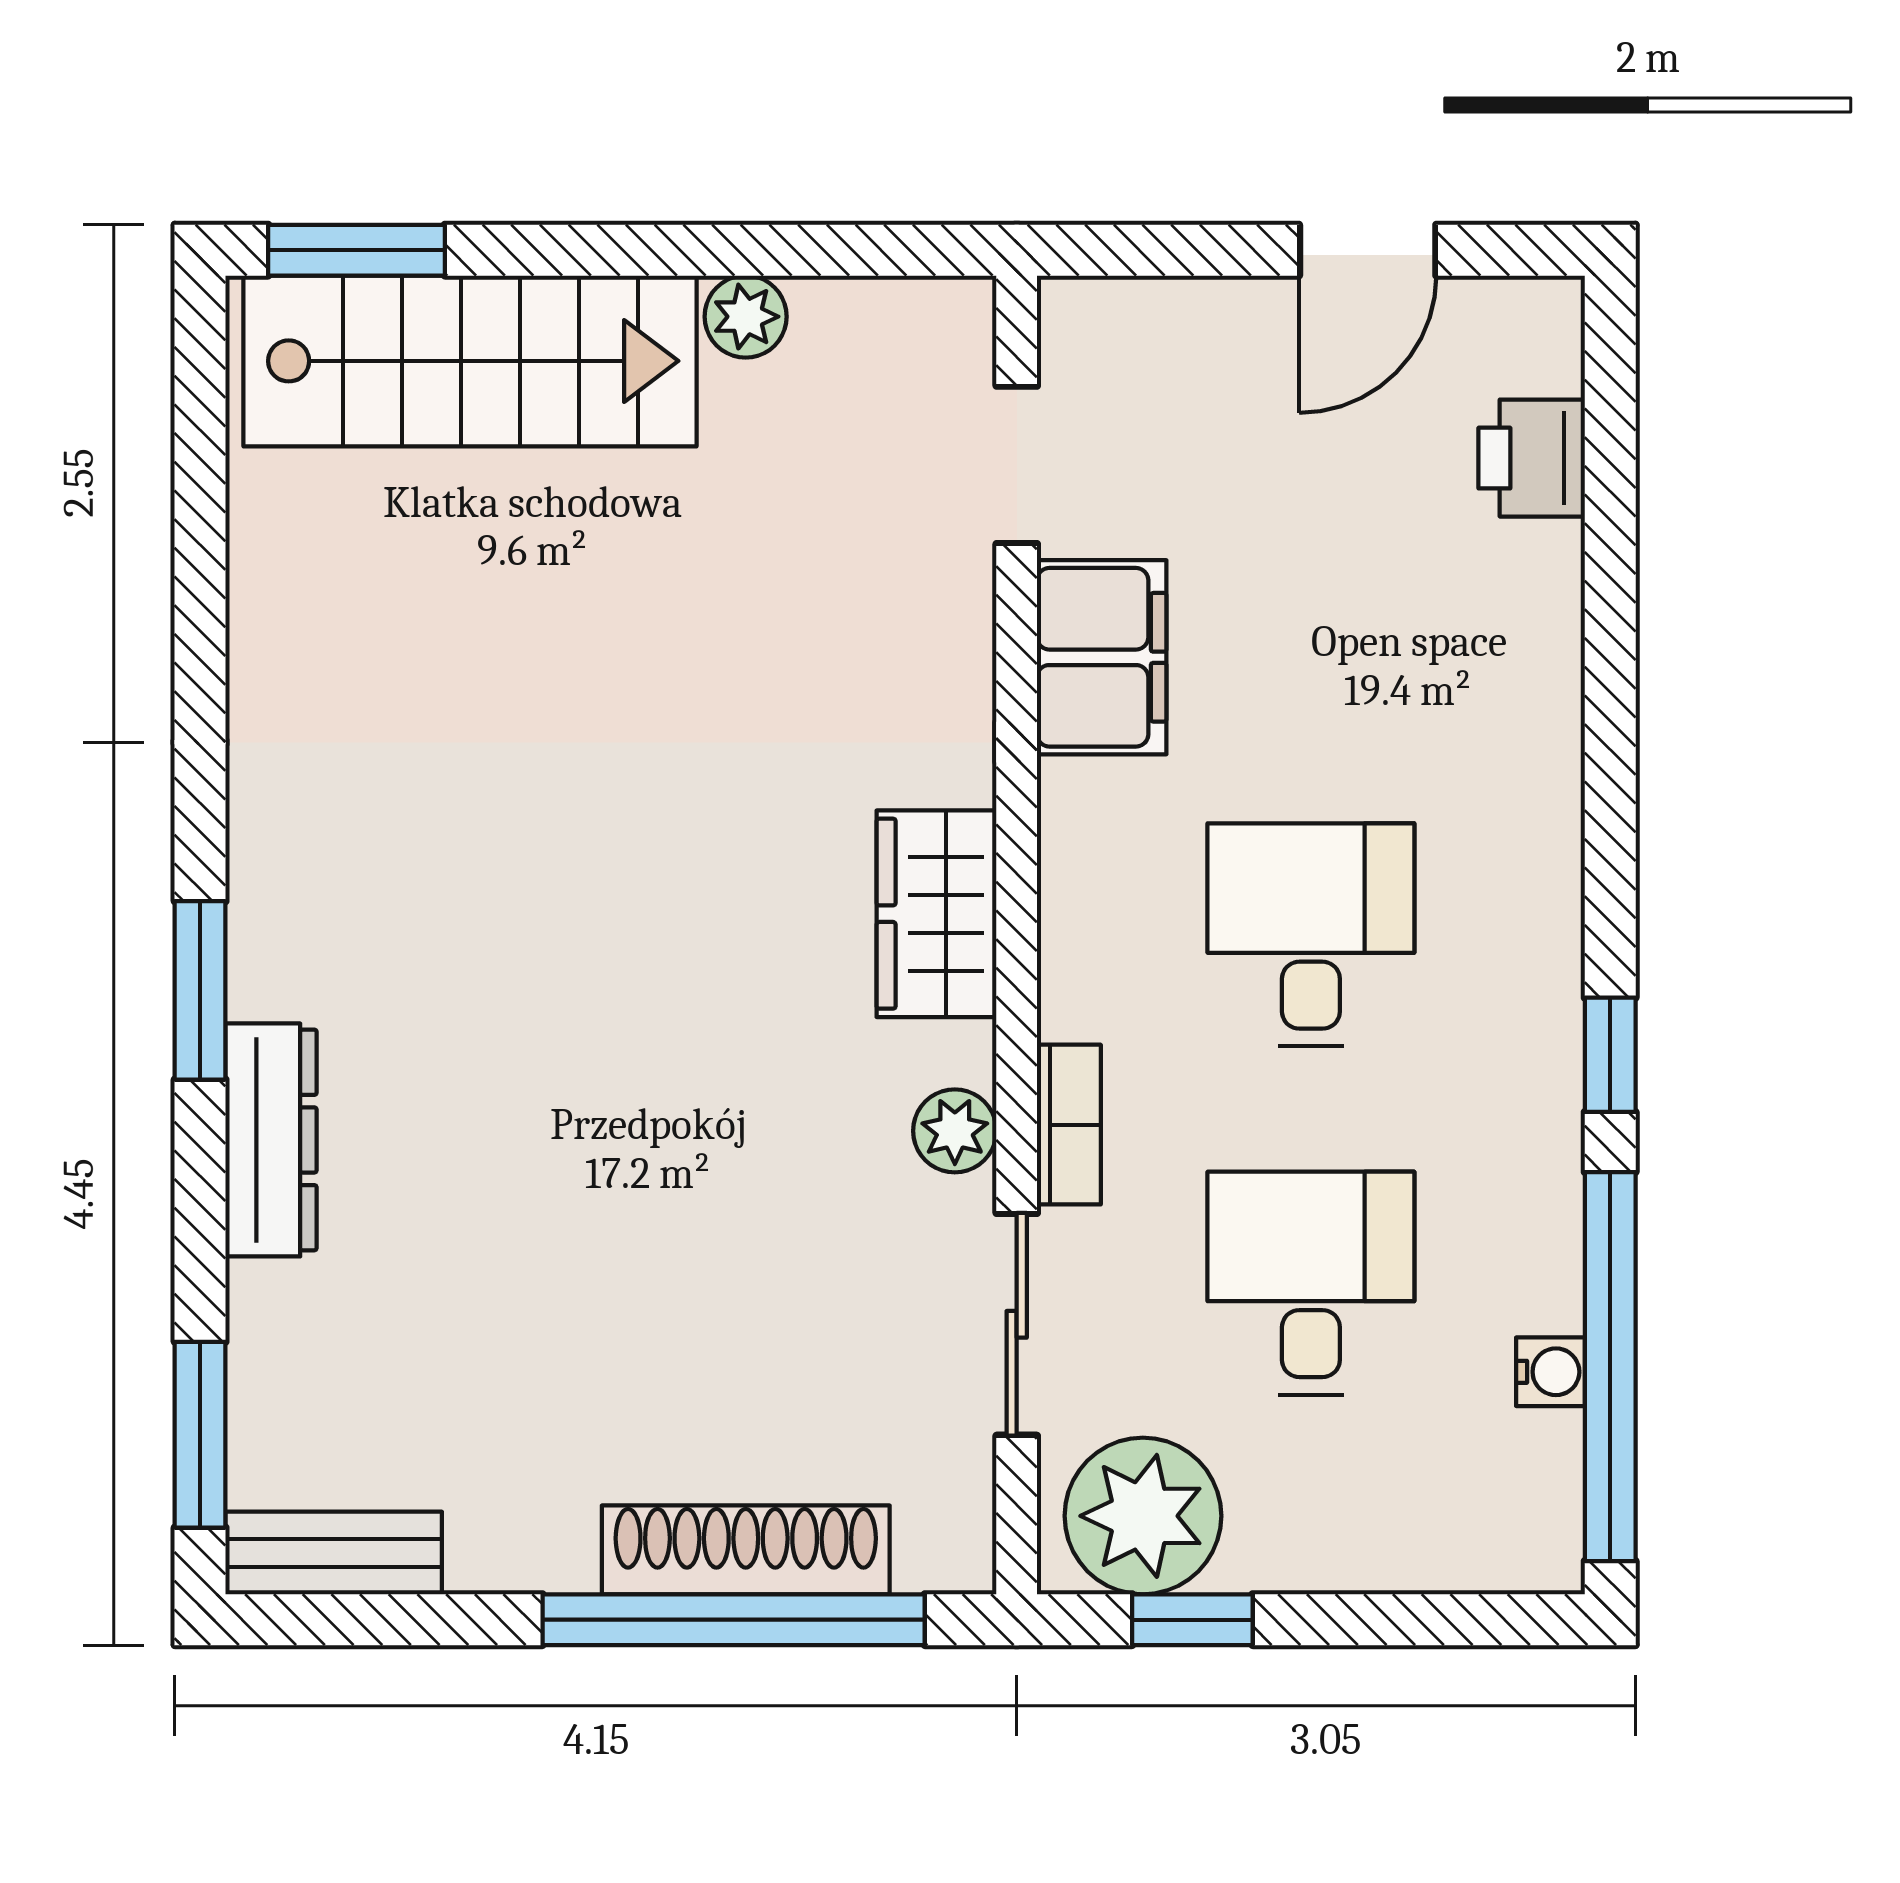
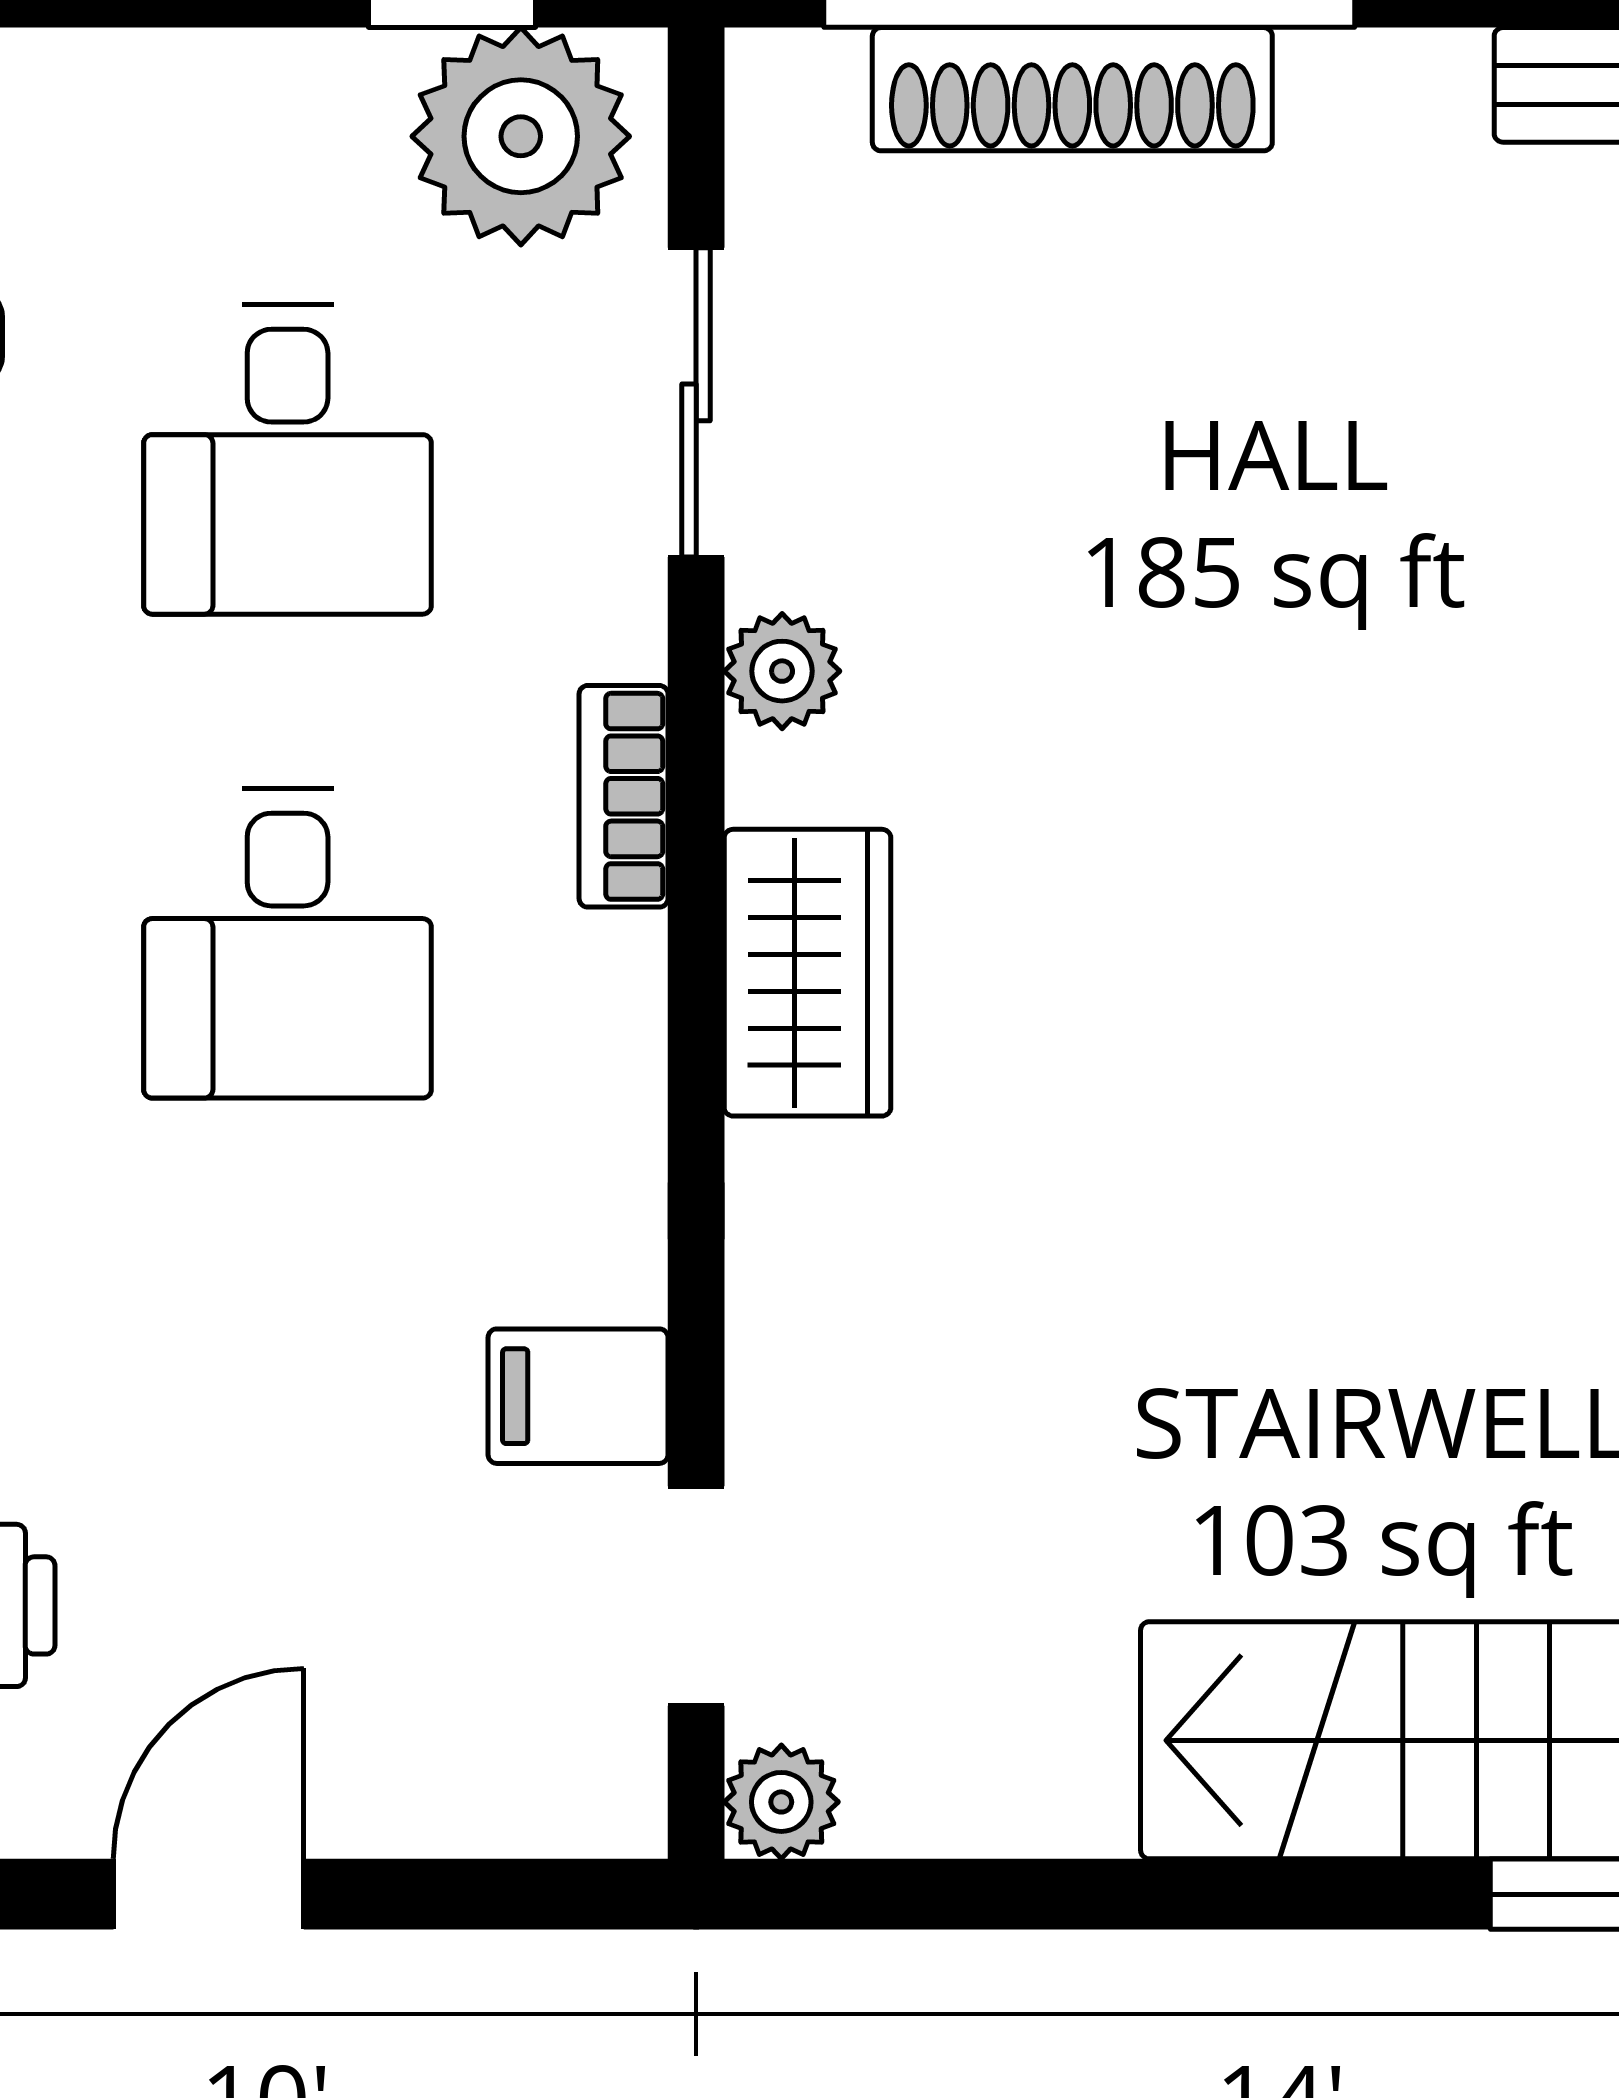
plant: (746, 317) -> (781, 1802), moved
filing cabinet: (1102, 657) -> (578, 1396), width x0.50
bookcase: (1069, 1125) -> (624, 796), moved

